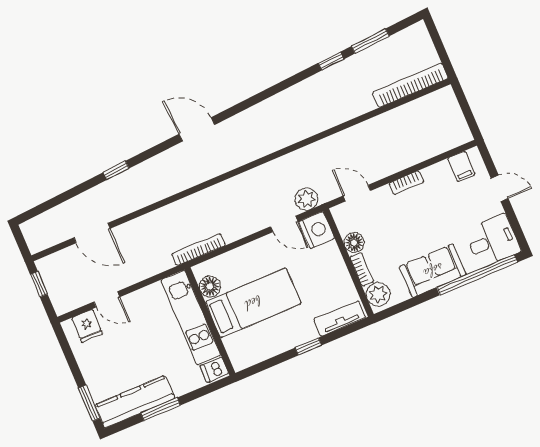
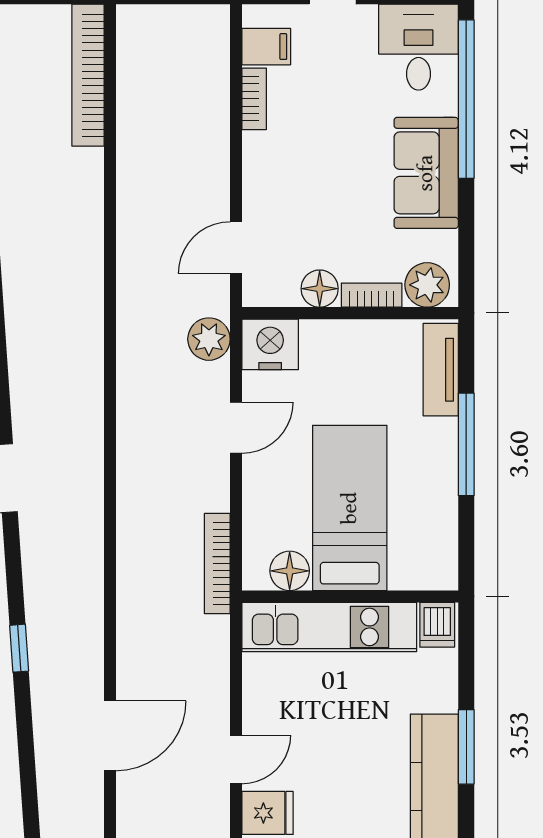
bookcase: (406, 183) -> (254, 99), moved
door: (284, 224) -> (236, 428), moved
window: (308, 346) -> (466, 444), width x2.17

